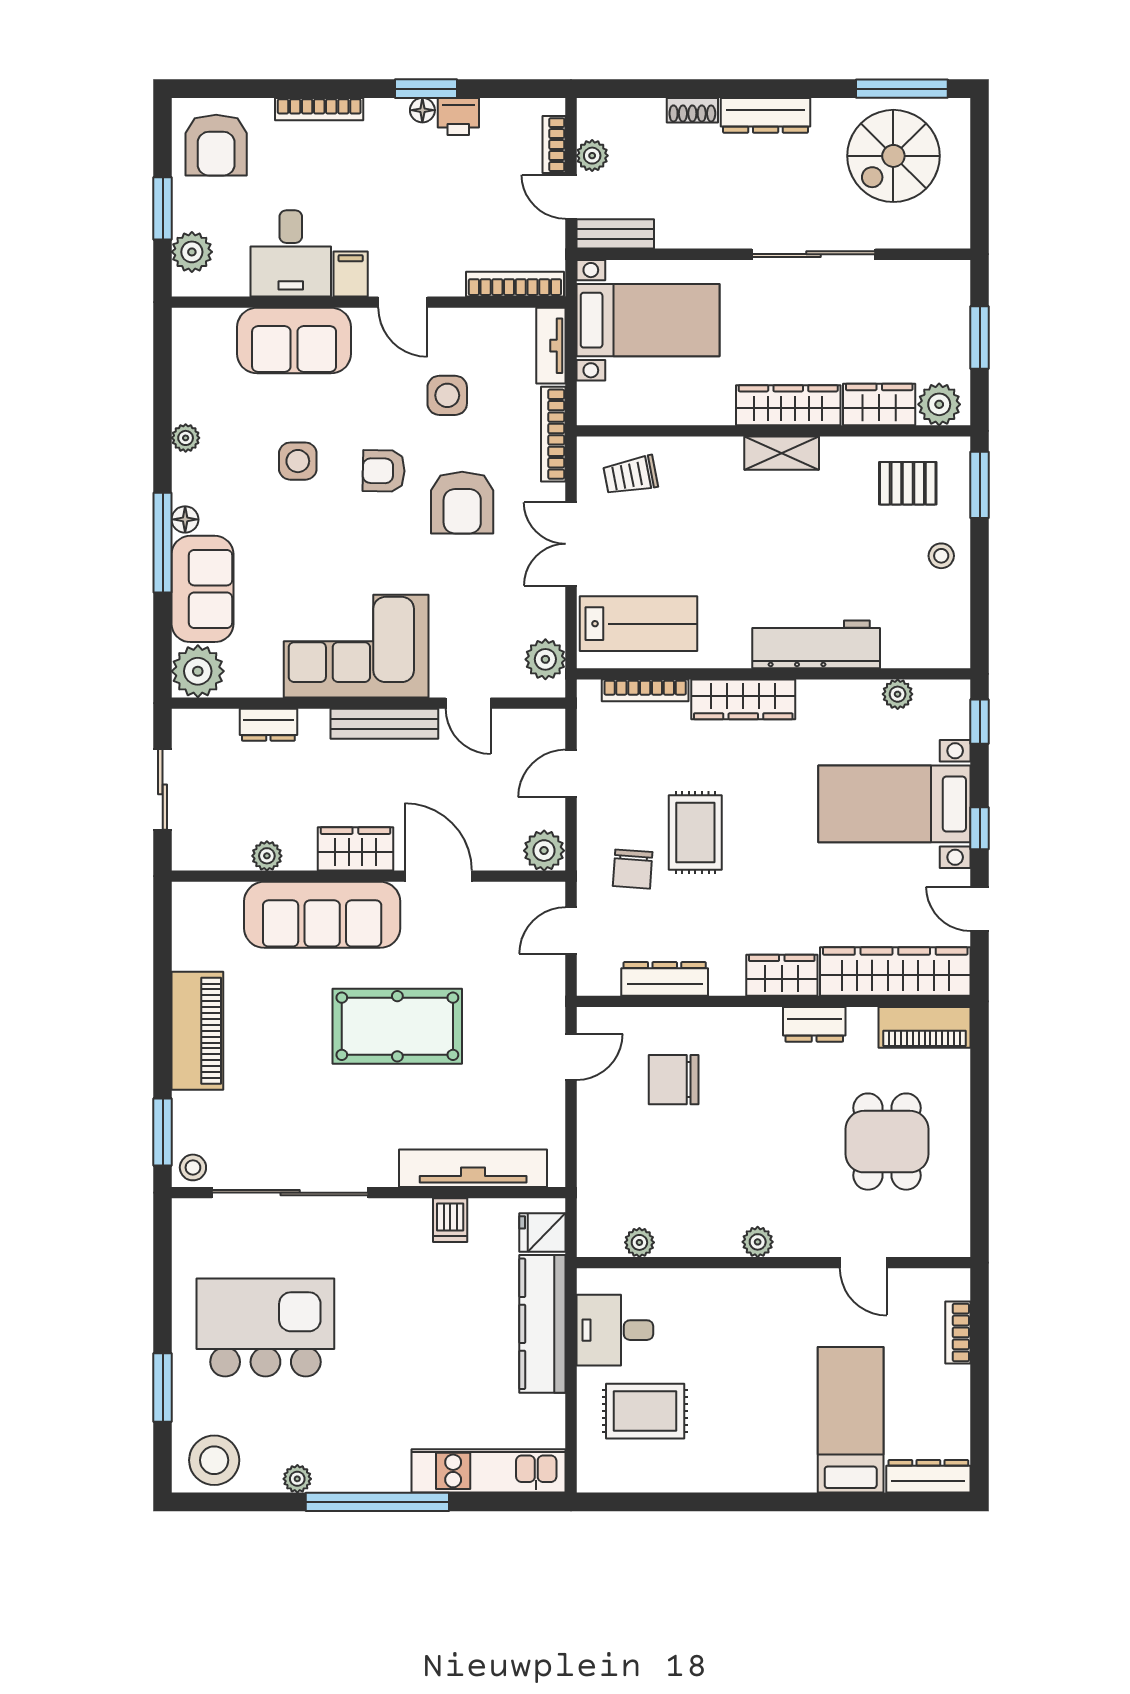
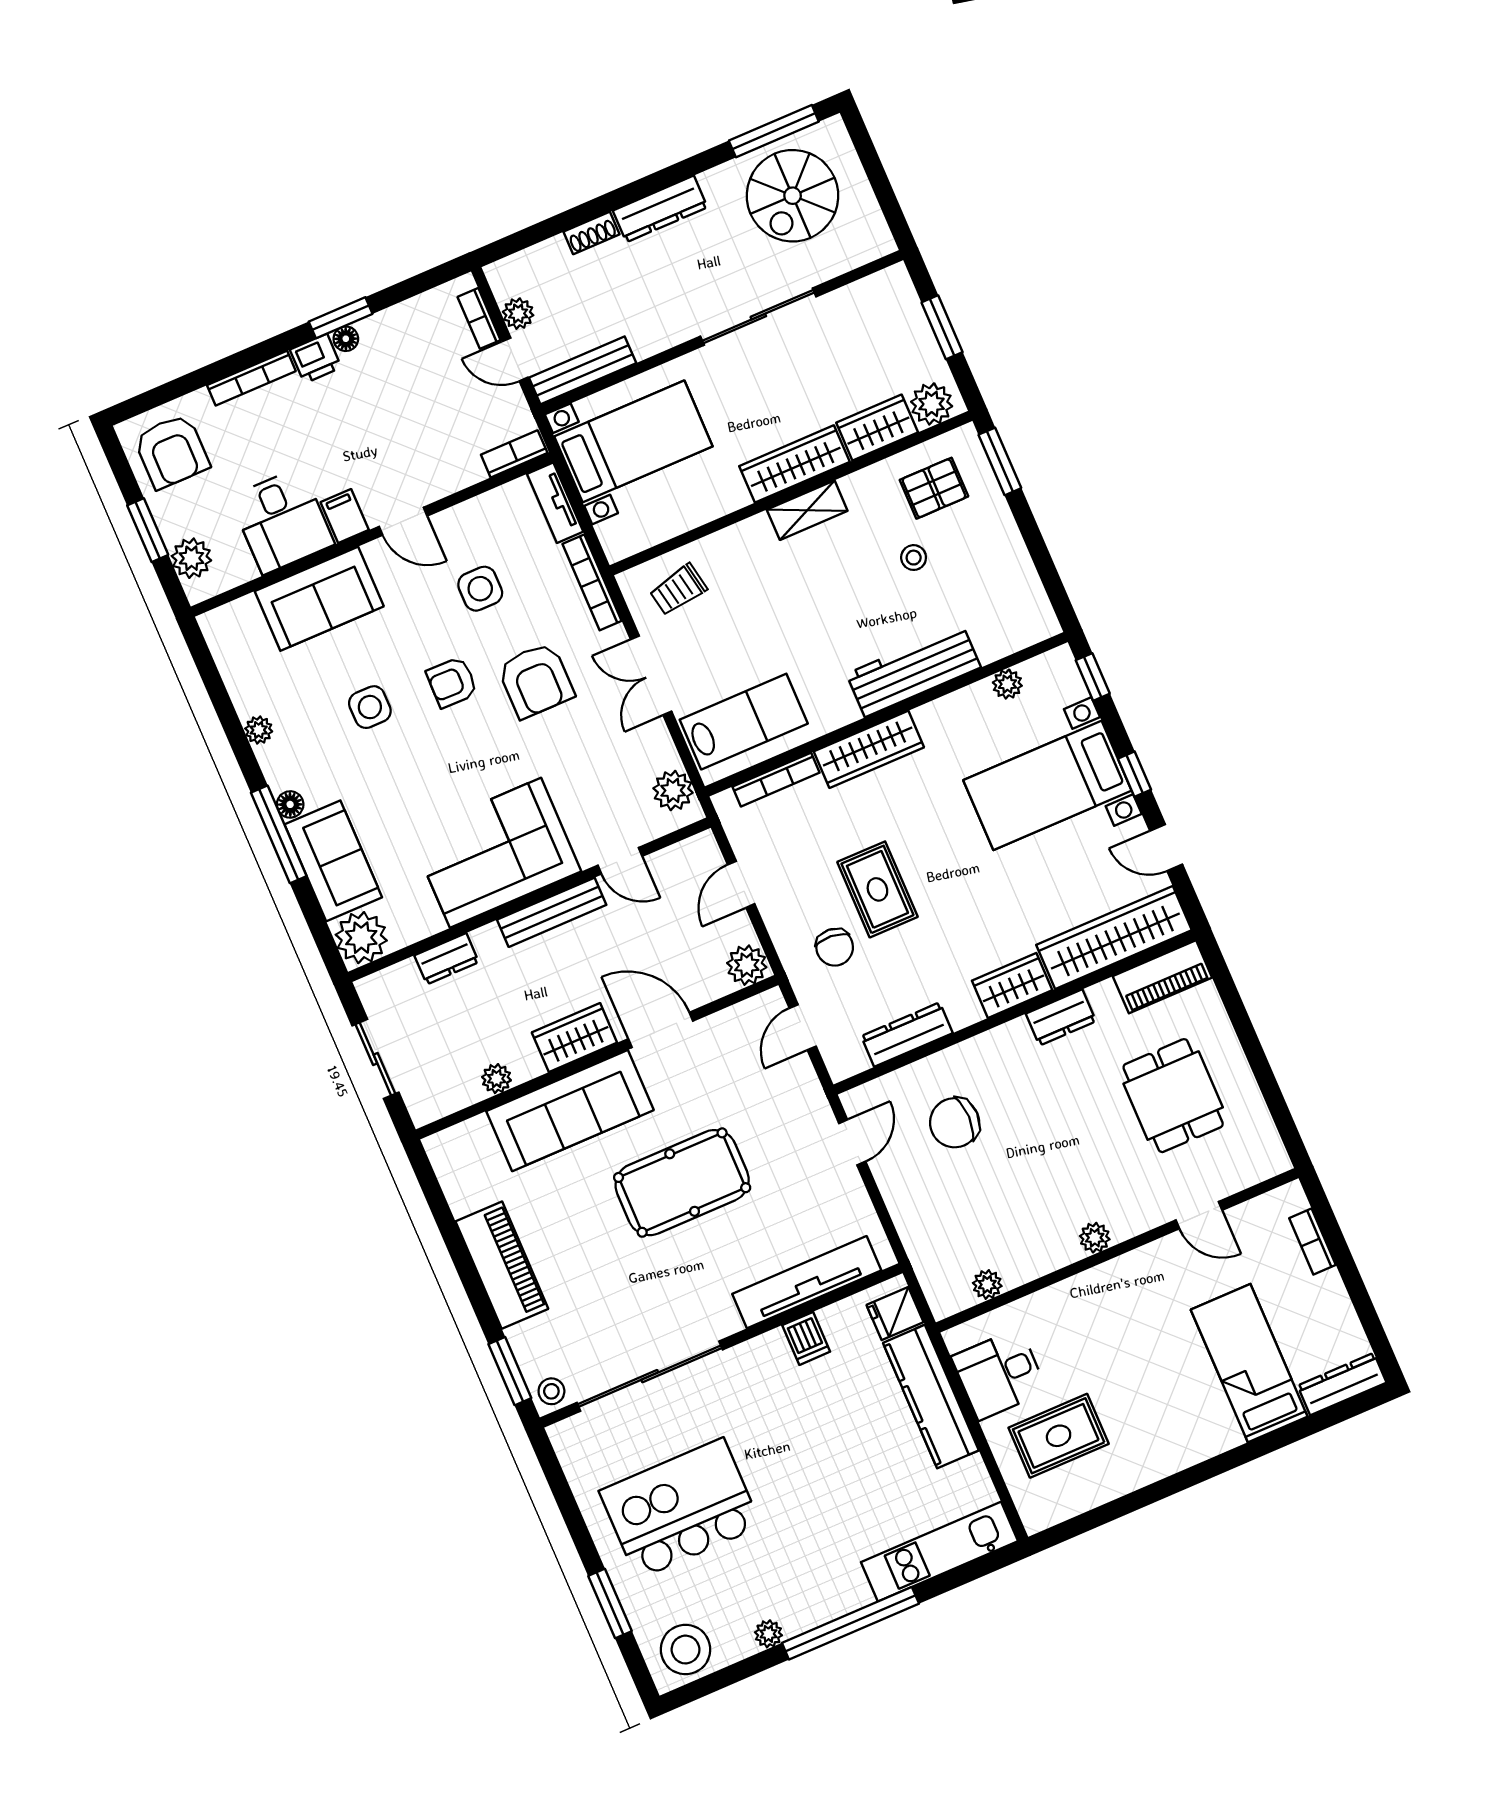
printer: (458, 116) -> (316, 358), moved
bench: (615, 234) -> (583, 370), width x1.36
bookcase: (515, 284) -> (514, 454), width x0.64
stool: (941, 556) -> (914, 558), moved

